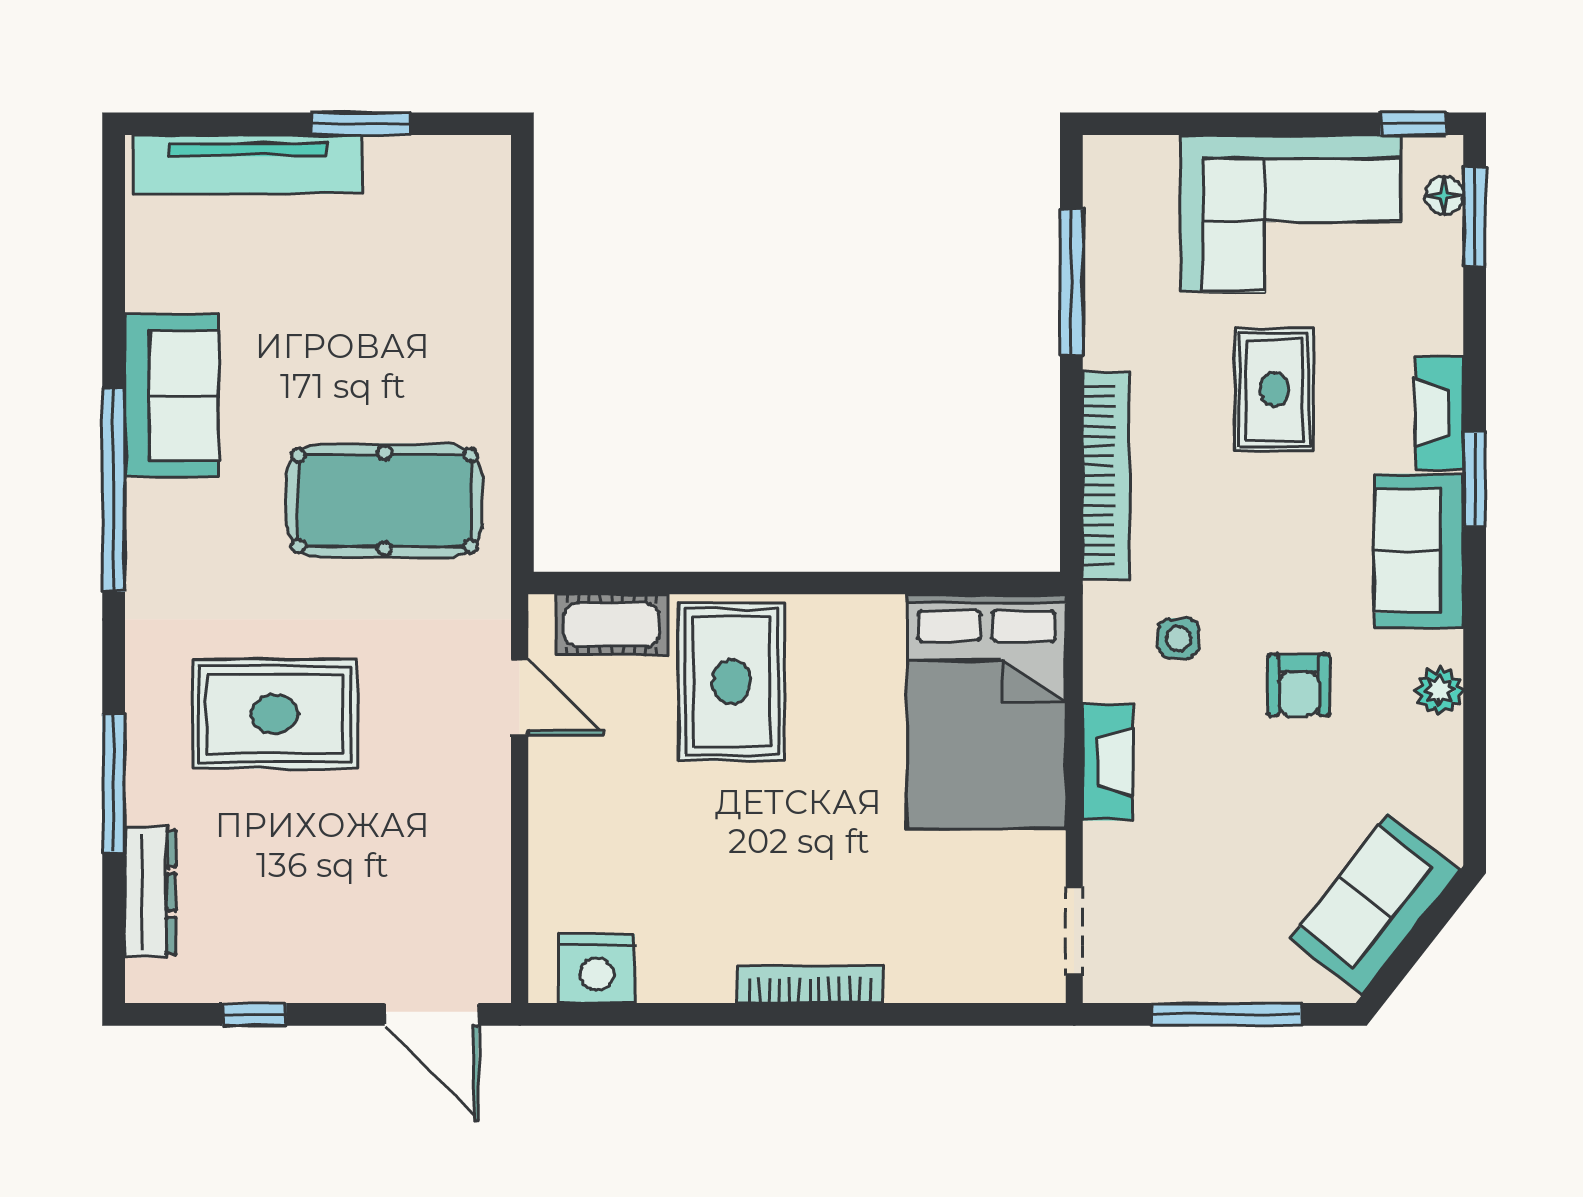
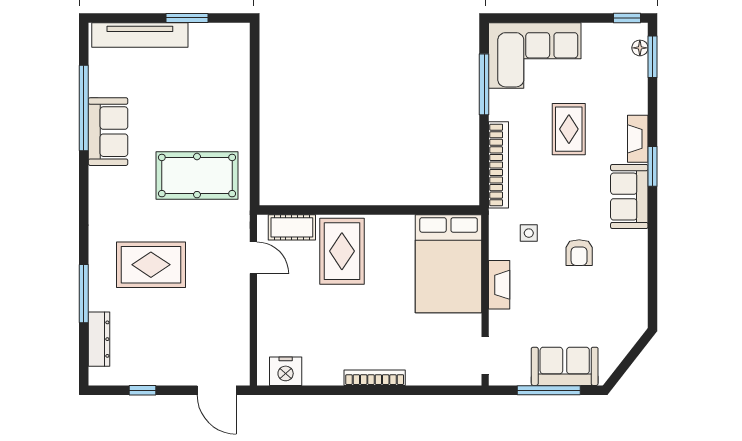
corner sofa: (1291, 214) -> (535, 56), moved
window: (114, 490) -> (84, 108), moved
plant: (1440, 691) -> (638, 255), removed
sofa: (1375, 904) -> (565, 366), moved, turned 52

